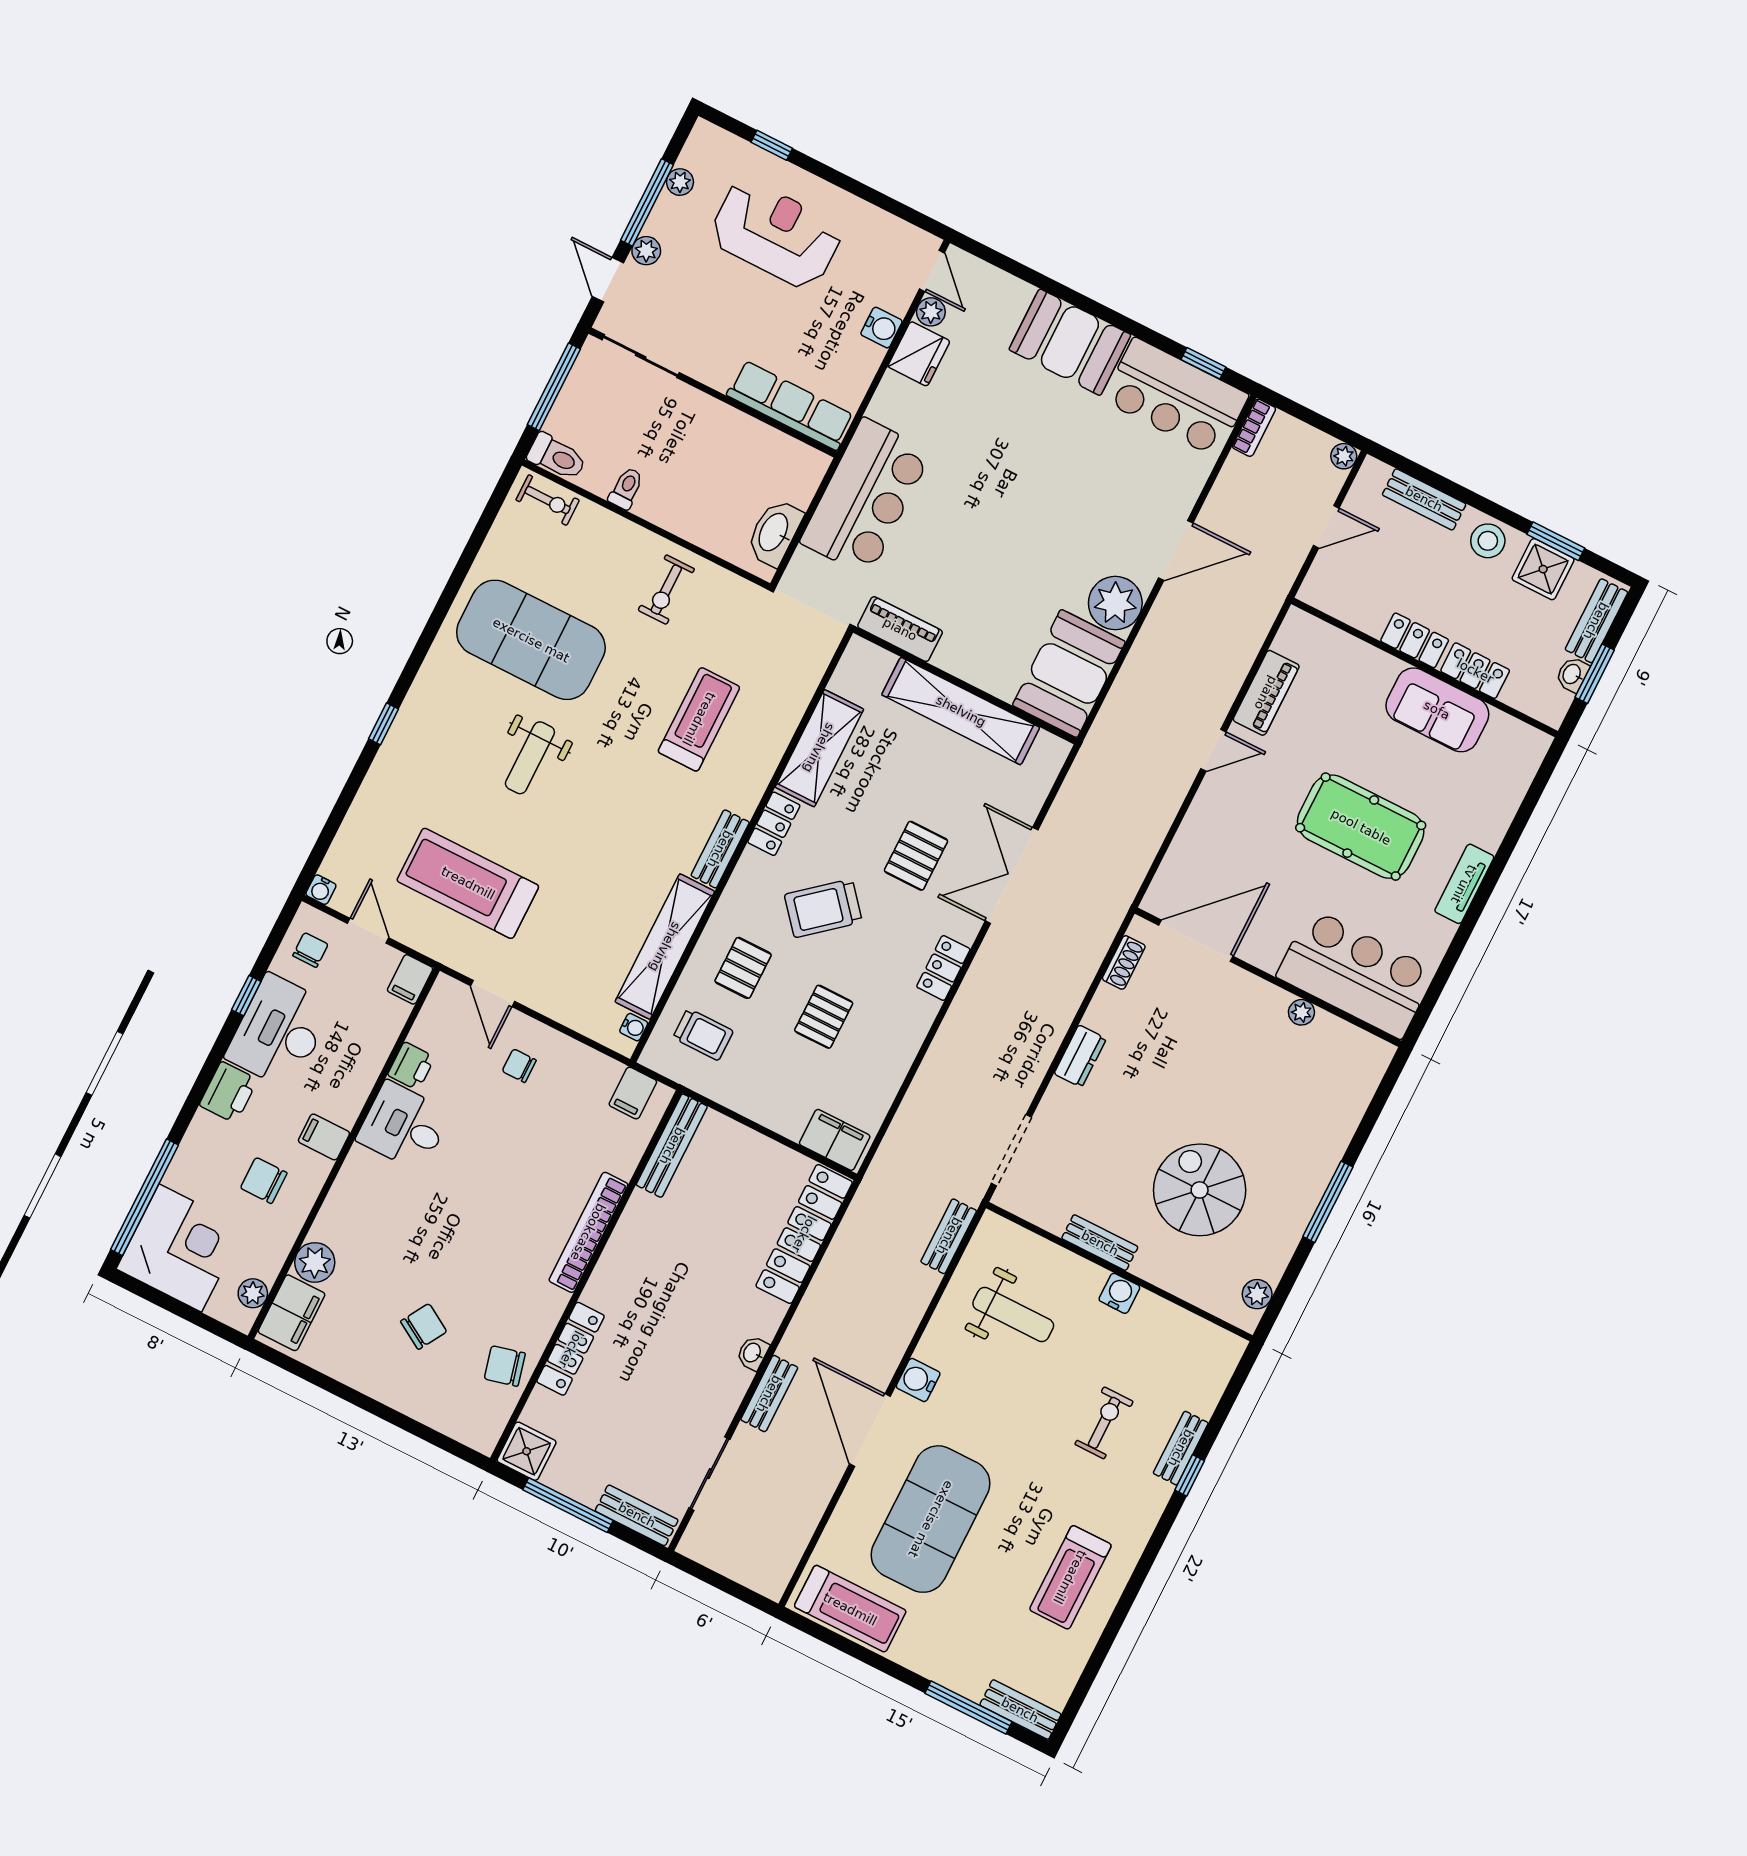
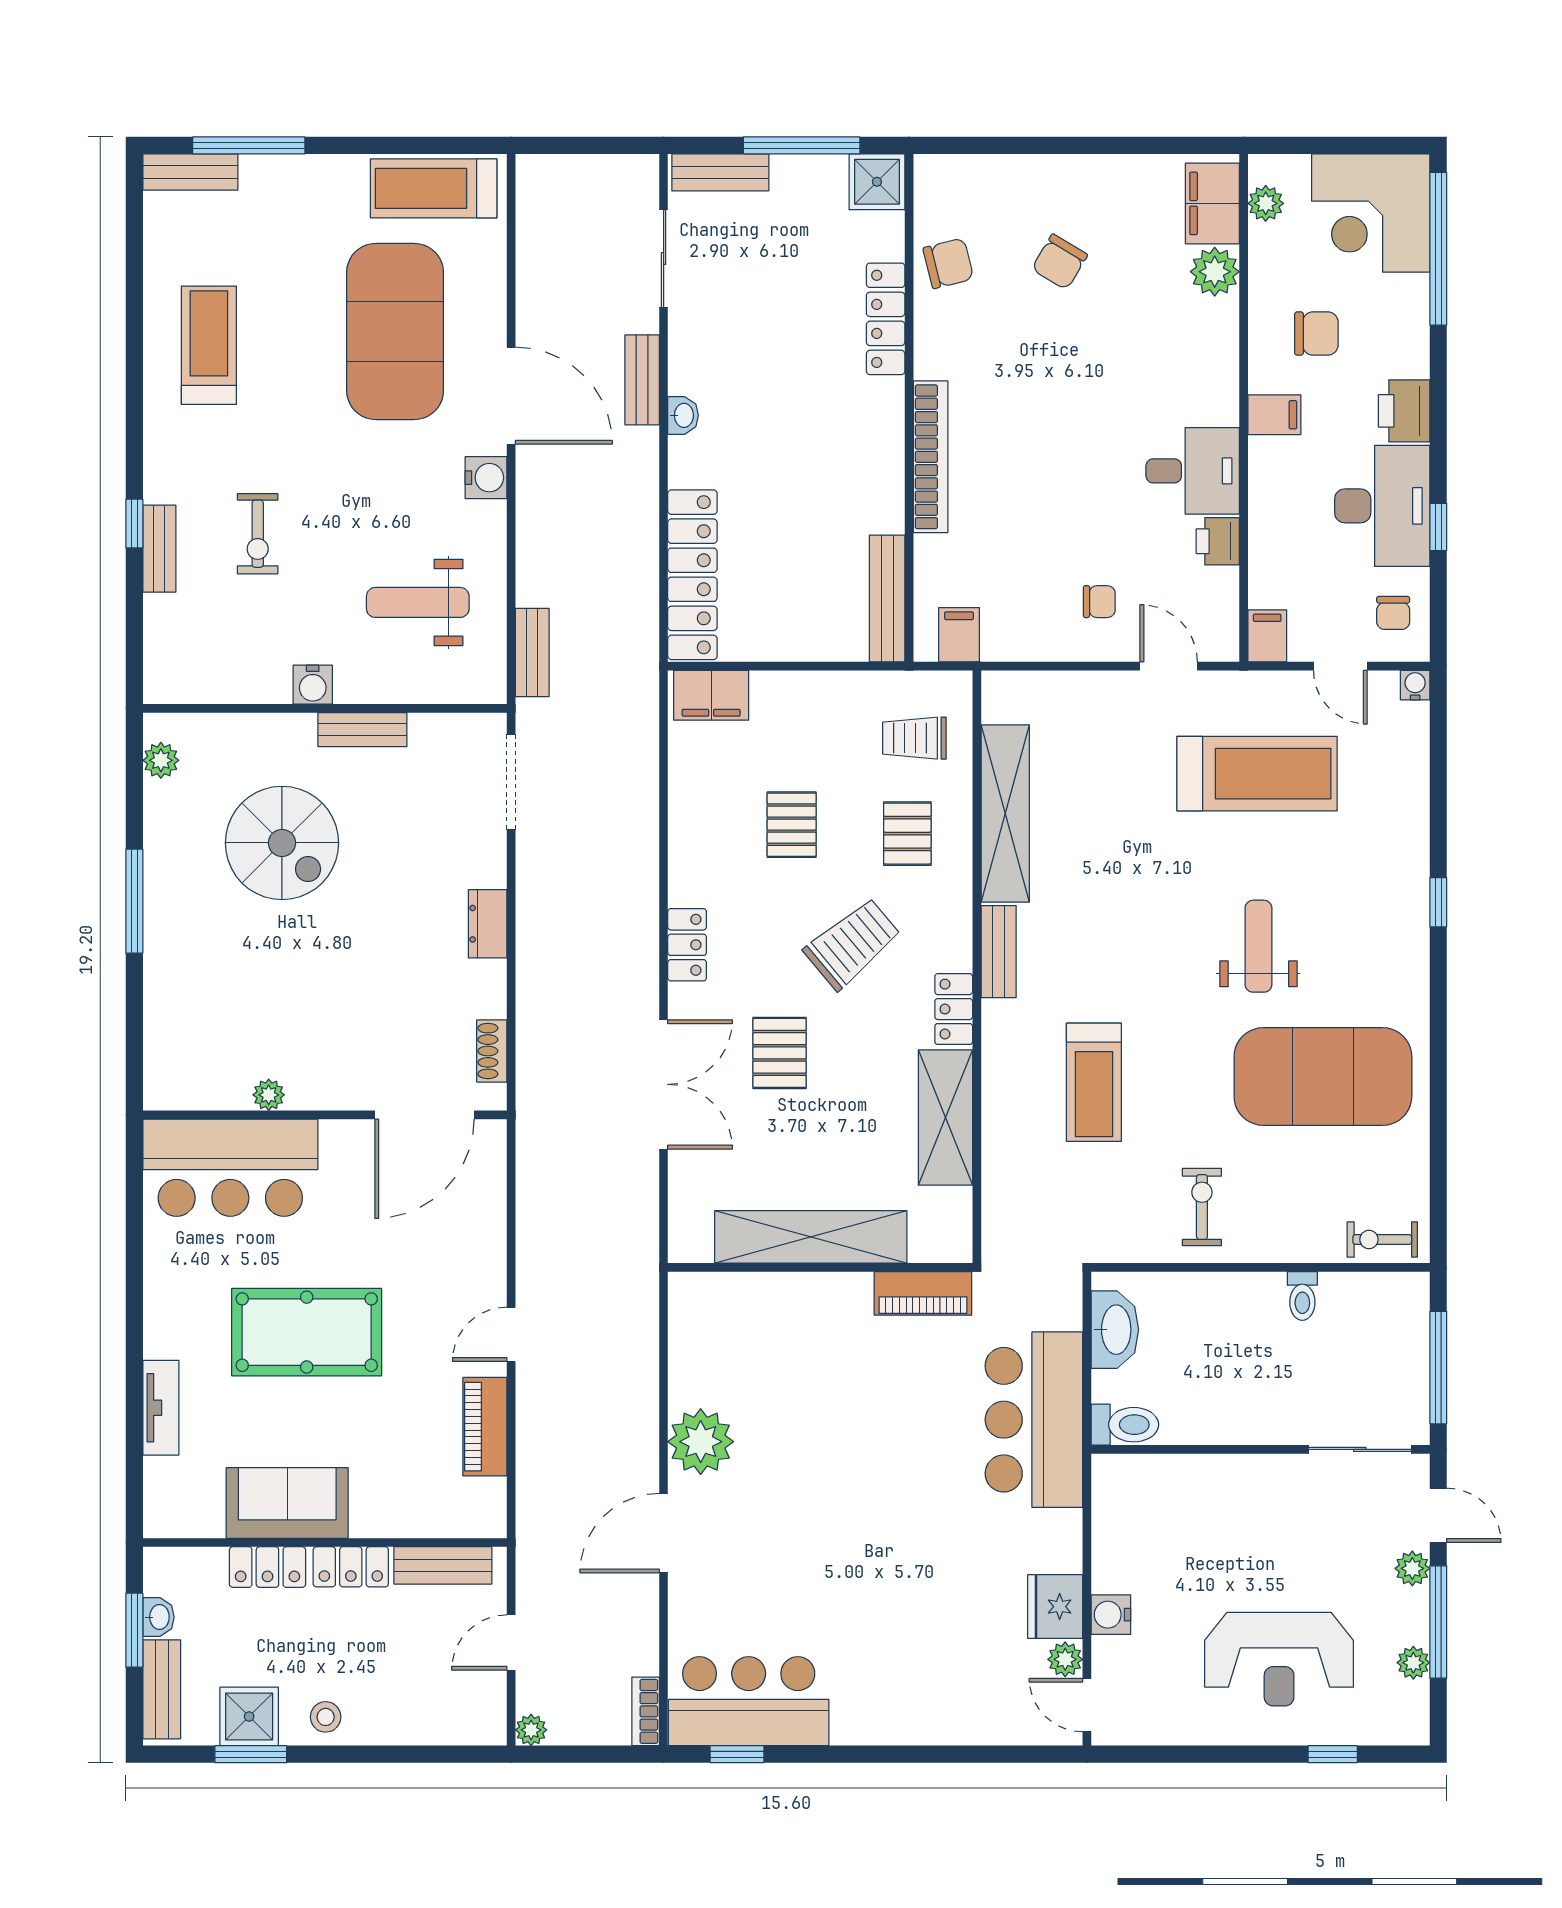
booth: (1070, 342) -> (896, 1703), removed
row of seats: (790, 405) -> (1168, 1478), removed
toilet: (557, 457) -> (1125, 1425), moved, turned 180
bench: (1424, 499) -> (443, 1565), moved
stool: (1488, 541) -> (326, 1717), width x0.73, depth x0.73
booth: (1069, 673) -> (713, 1338), removed
tv unit: (1464, 884) -> (161, 1408), moved
water cooler: (634, 1027) -> (995, 708), removed

